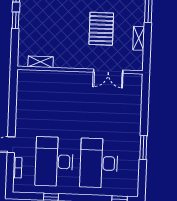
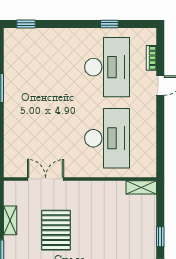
shelving: (41, 62) -> (141, 187), moved
desk: (99, 163) -> (107, 138), moved

